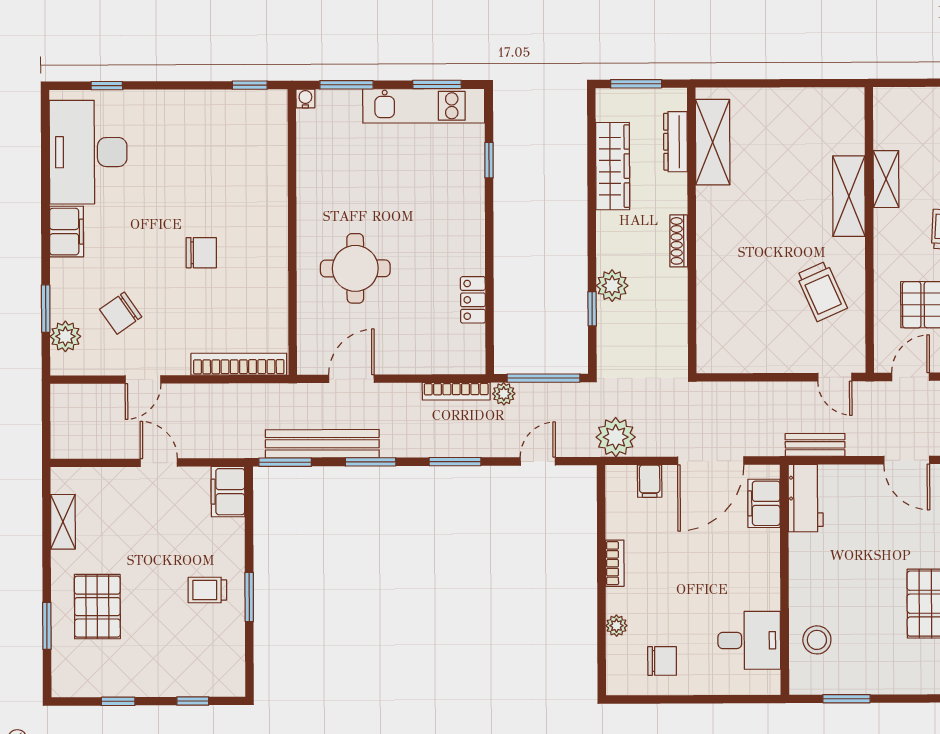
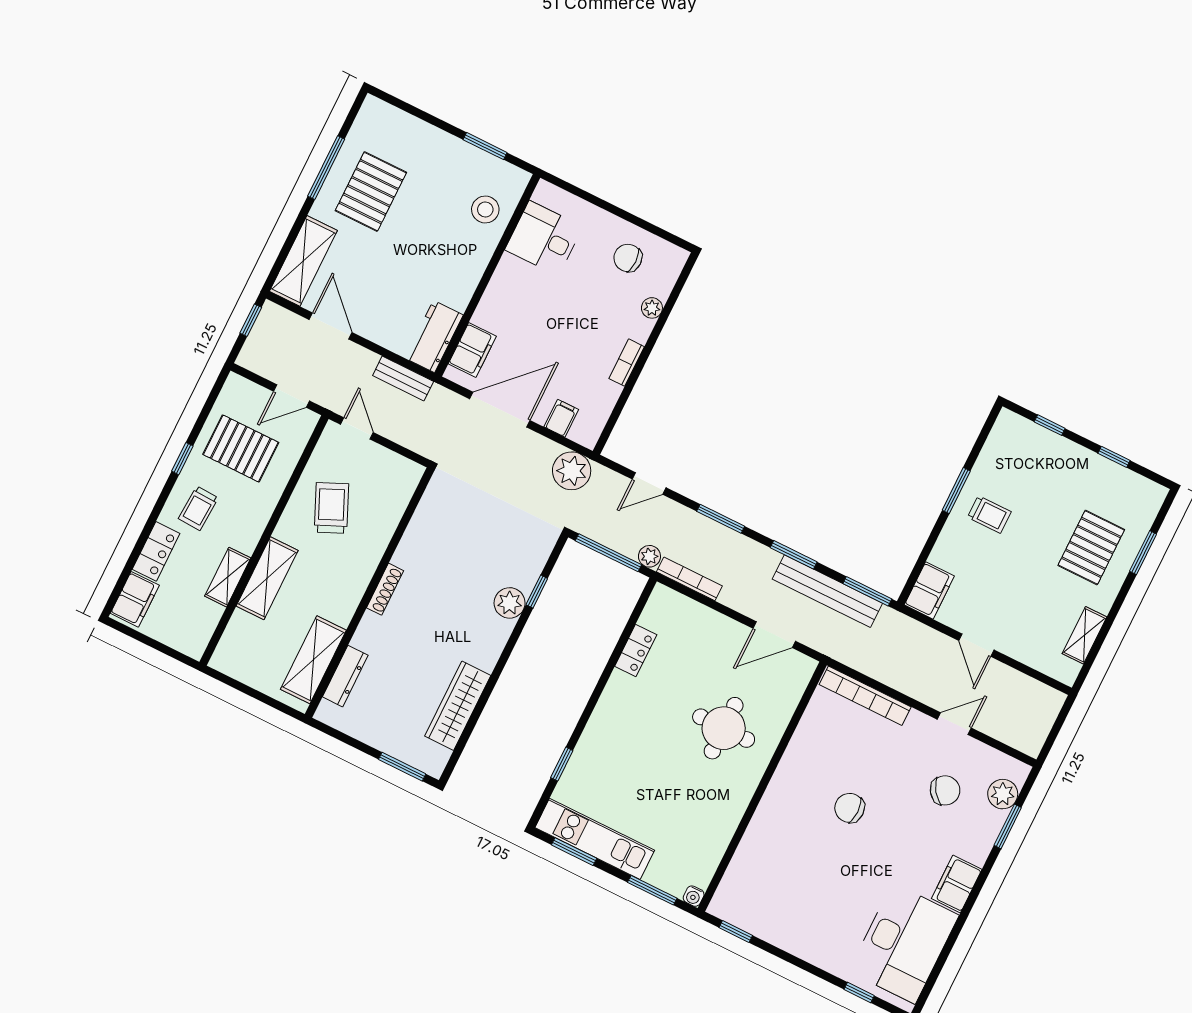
dresser: (675, 142) -> (345, 676), moved
shelving: (713, 142) -> (313, 660), moved
wall: (692, 231) -> (369, 593), moved
shoe rack: (679, 241) -> (385, 589), moved

